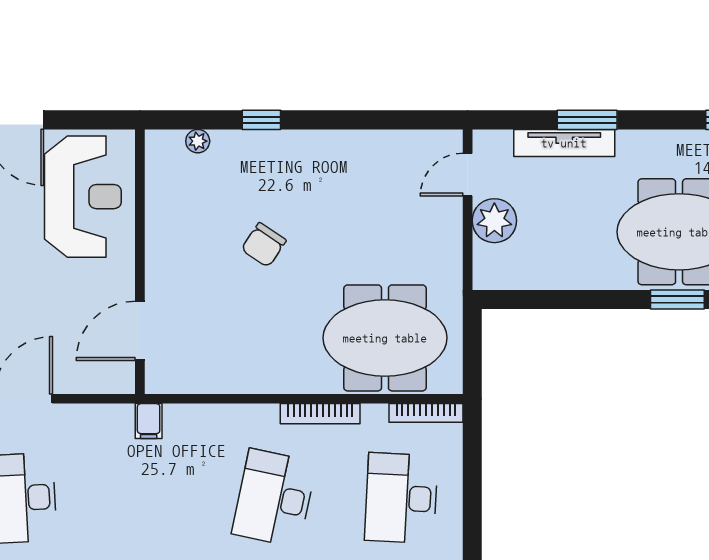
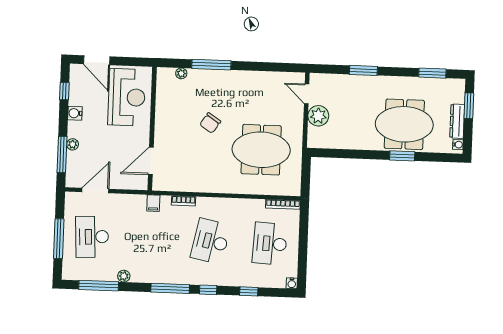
window: (261, 120) -> (211, 65), width x2.17
tv unit: (564, 143) -> (352, 81), removed
door: (468, 175) -> (307, 94), hinge flipped
meeting table: (385, 338) -> (261, 150), moved
bookcase: (320, 414) -> (184, 201), moved, width x0.64

